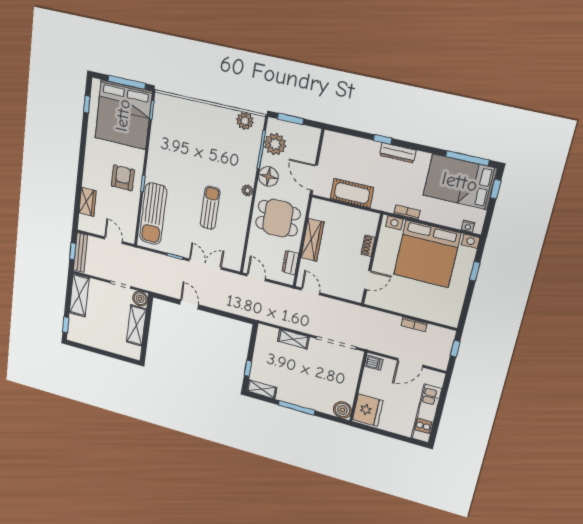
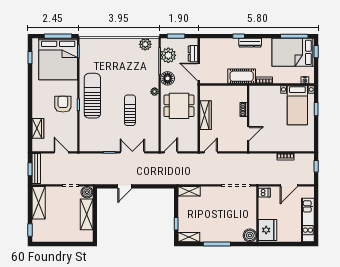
cot: (352, 193) -> (242, 76), moved
sun lounger: (153, 214) -> (92, 96), moved, turned 180
bed with nightstands: (427, 254) -> (297, 105), width x0.54
dresser: (290, 263) -> (193, 54), moved
door: (256, 277) -> (171, 152), hinge flipped
door: (310, 291) -> (211, 152), hinge flipped
door: (189, 305) -> (125, 186), swing flipped
shelving: (293, 339) -> (189, 191), moved

